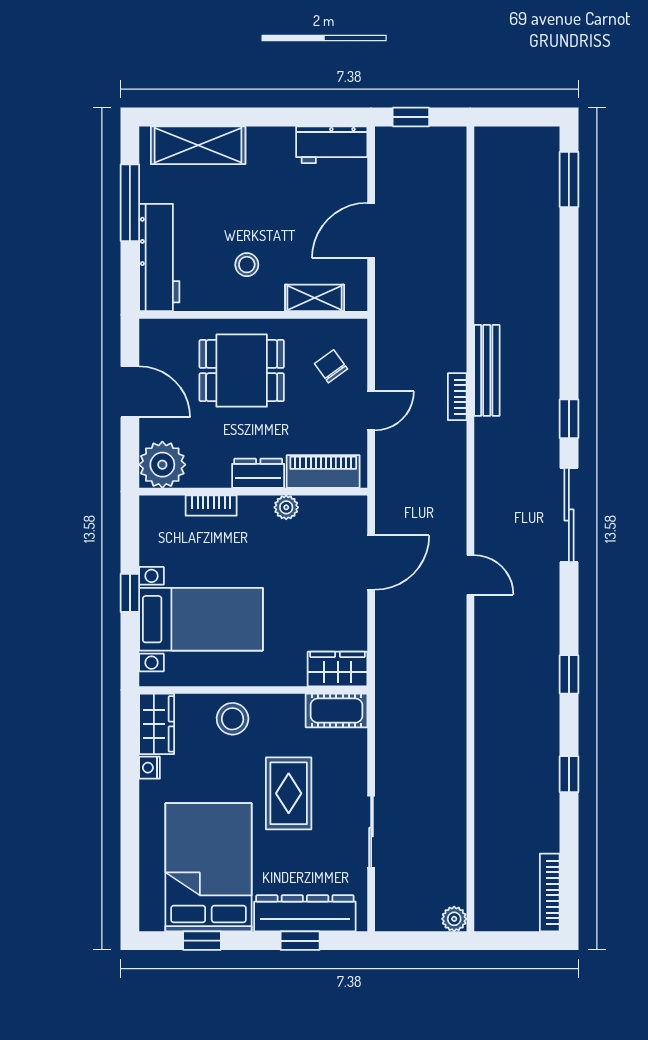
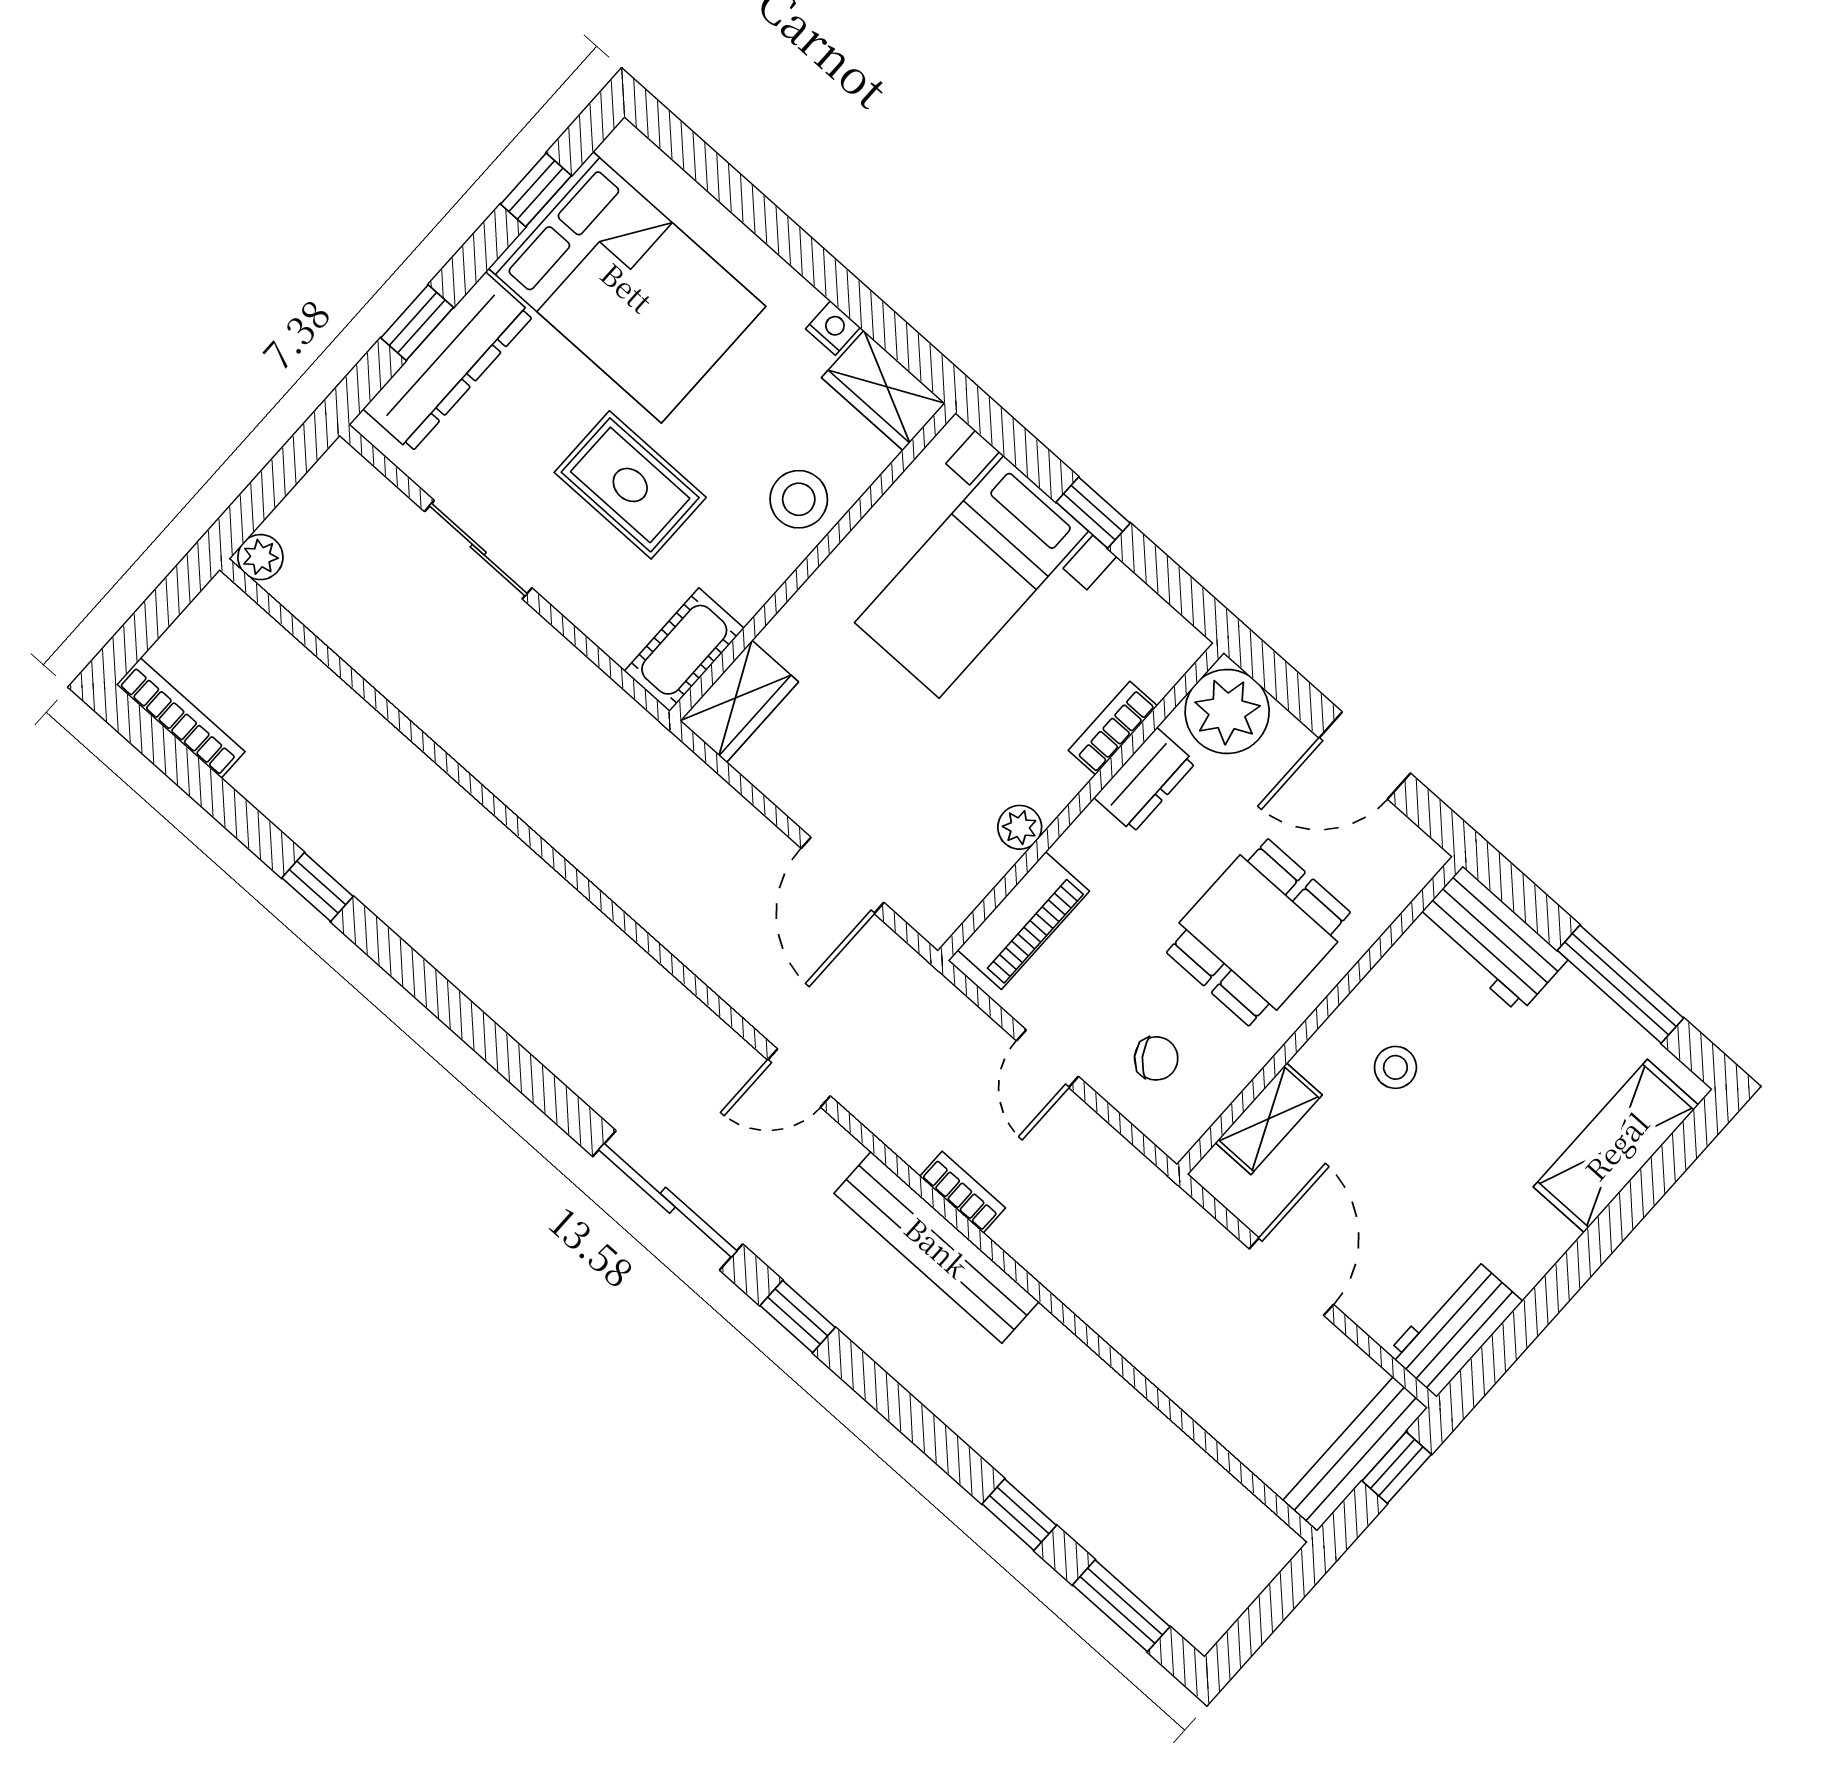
bench: (420, 139) -> (1355, 1454), added
workbench: (159, 257) -> (1491, 940), width x0.73
bench: (487, 370) -> (937, 1247), width x1.37, depth x1.21
dresser: (258, 473) -> (1145, 780), moved
door: (470, 575) -> (799, 1078), moved
window: (569, 674) -> (1019, 1515), moved

